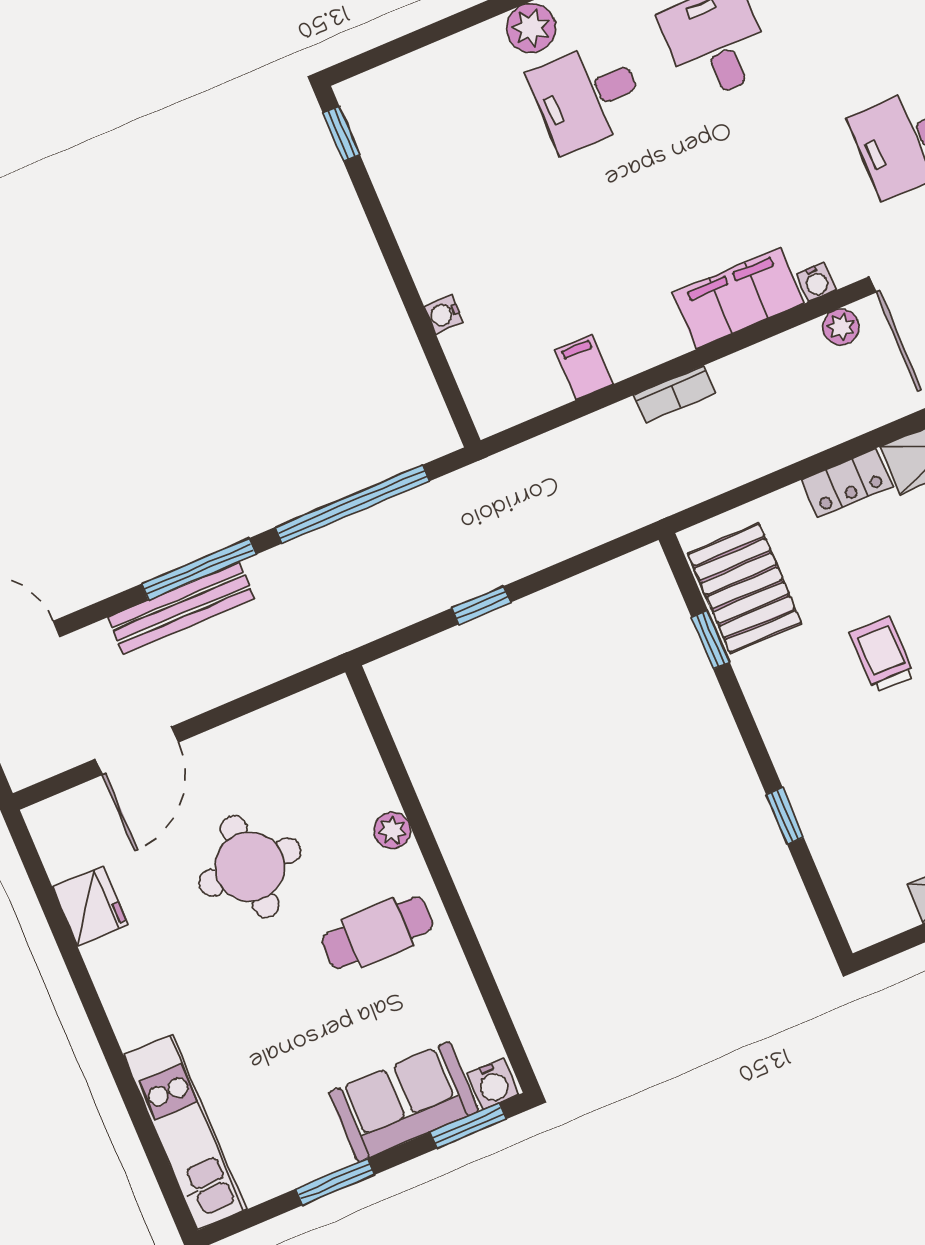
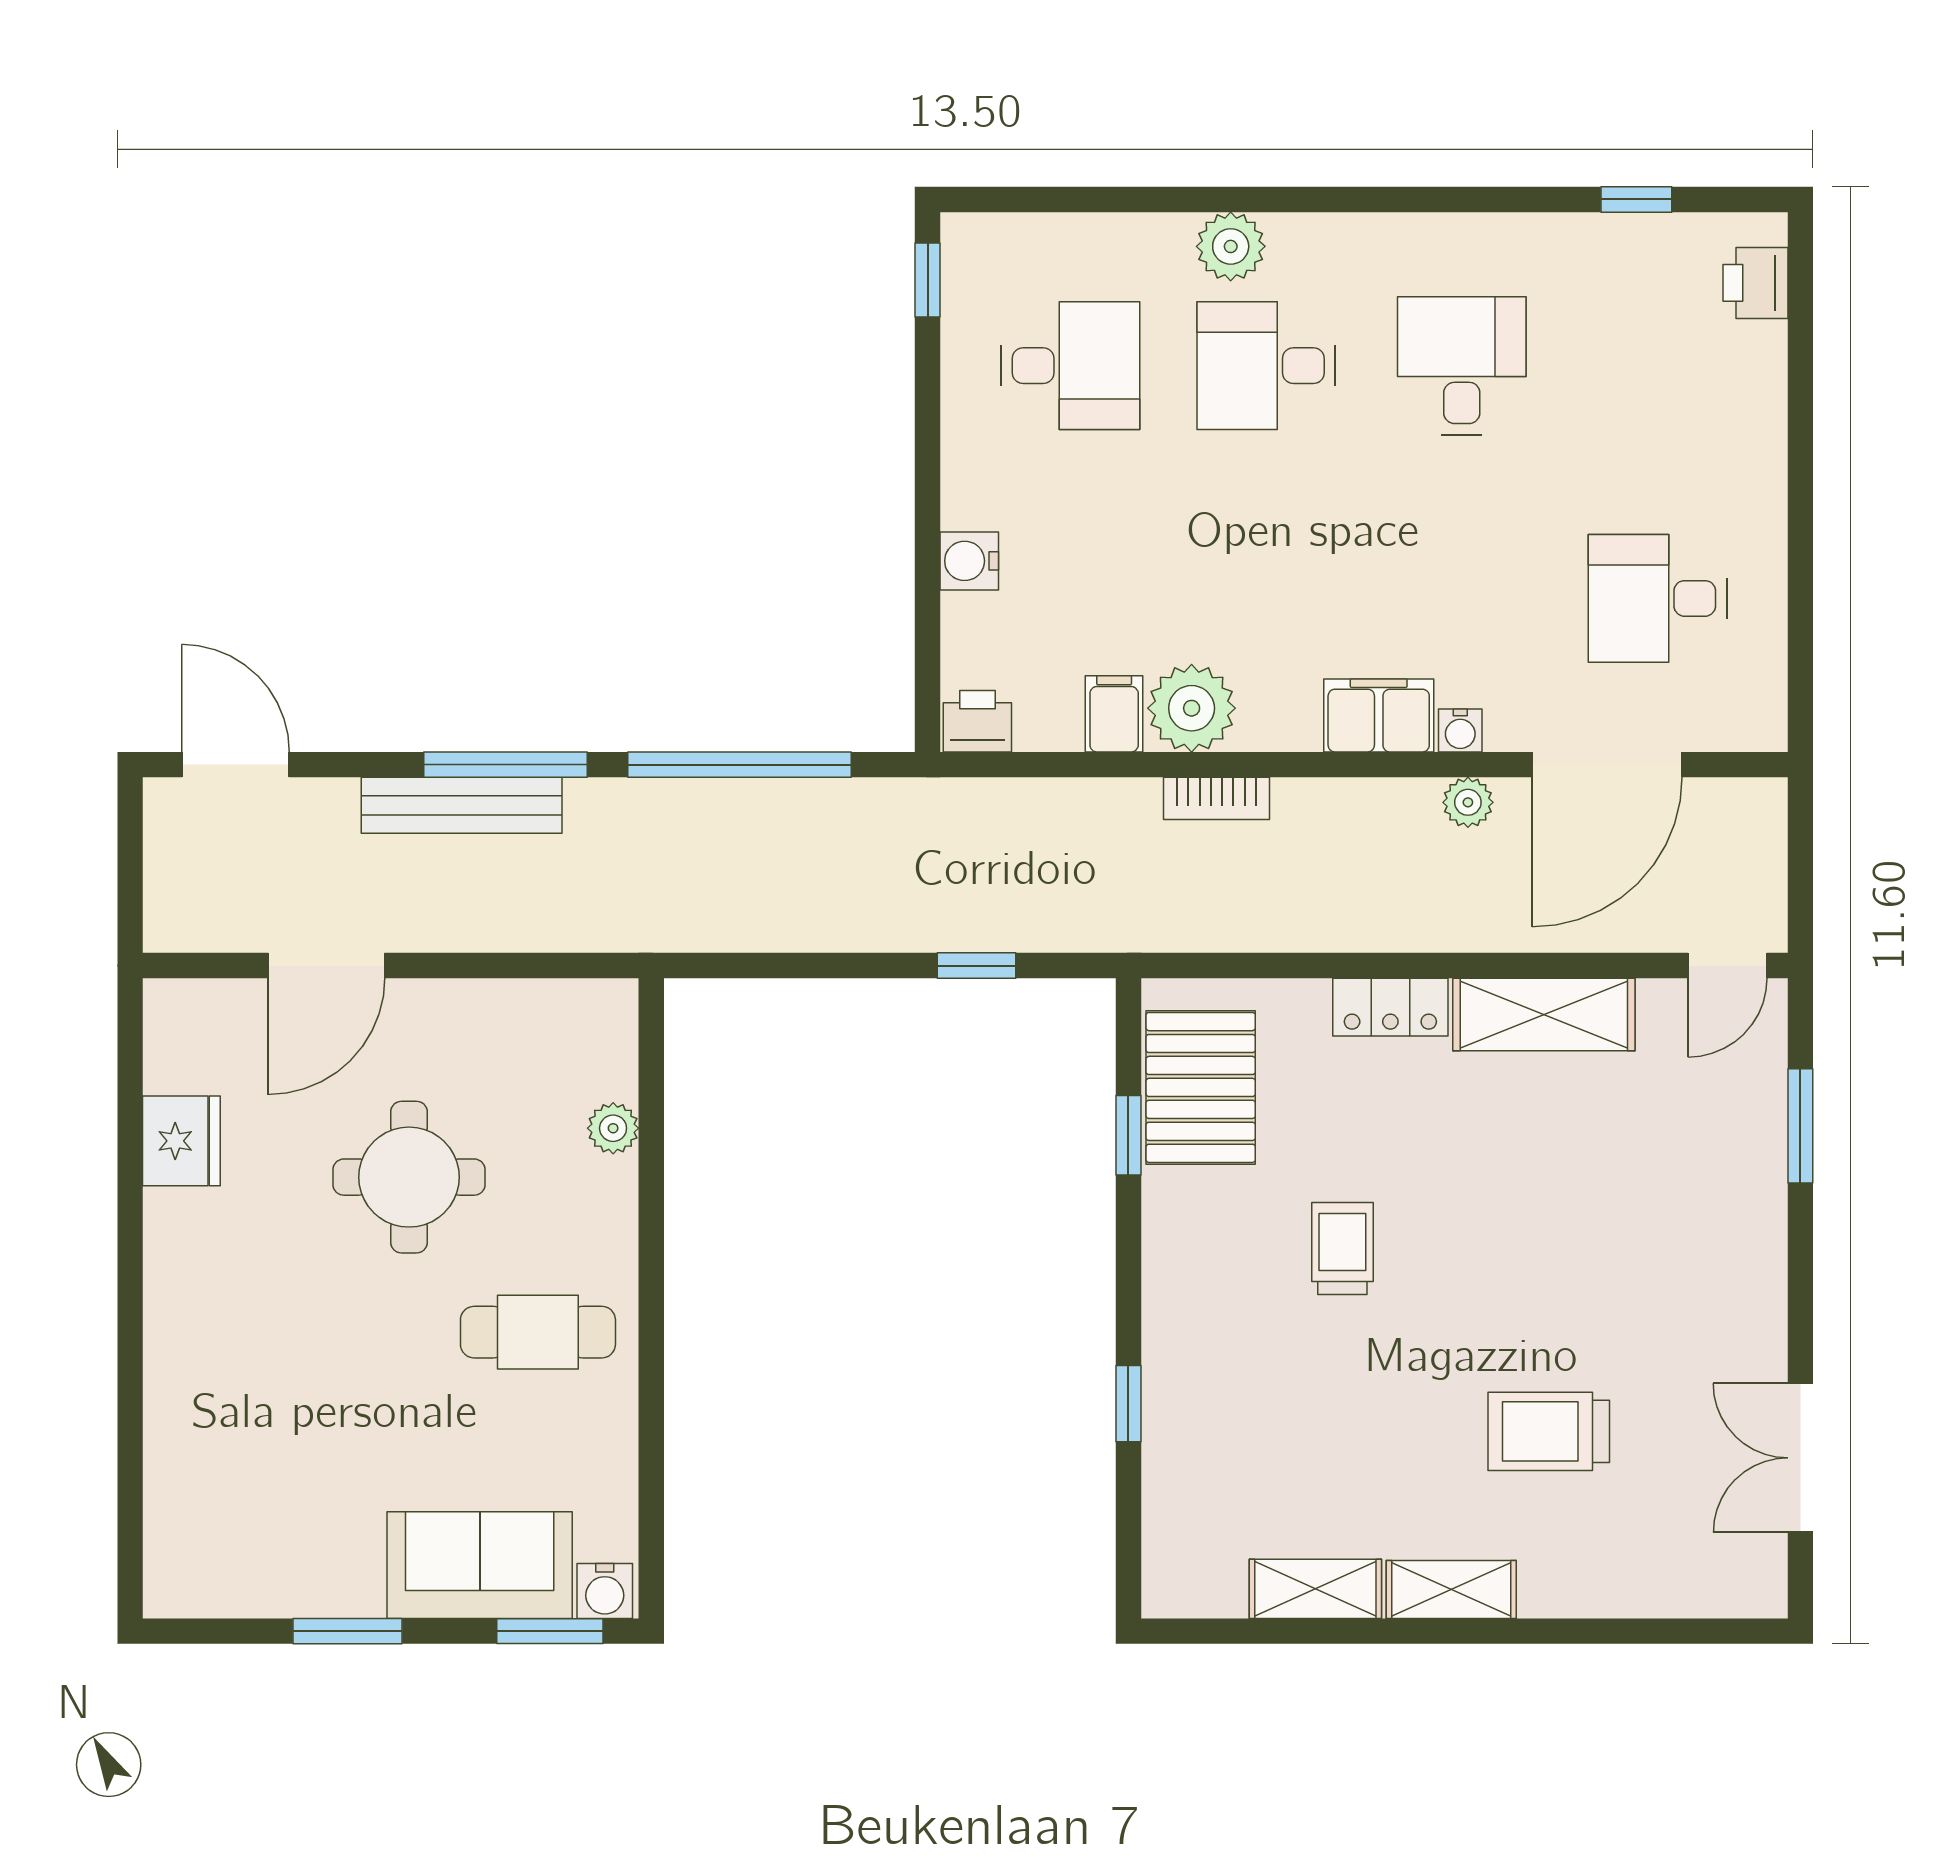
desk: (459, 151) -> (1070, 366), added
filing cabinet: (739, 298) -> (1379, 715), width x0.67, depth x0.86
water cooler: (444, 314) -> (969, 561), width x1.38, depth x1.38
plant: (633, 342) -> (1192, 708), added
printer: (496, 410) -> (977, 721), added
window: (481, 605) -> (976, 966), moved
plant: (392, 830) -> (613, 1128), moved
kitchen unit: (185, 1132) -> (180, 1485), removed

